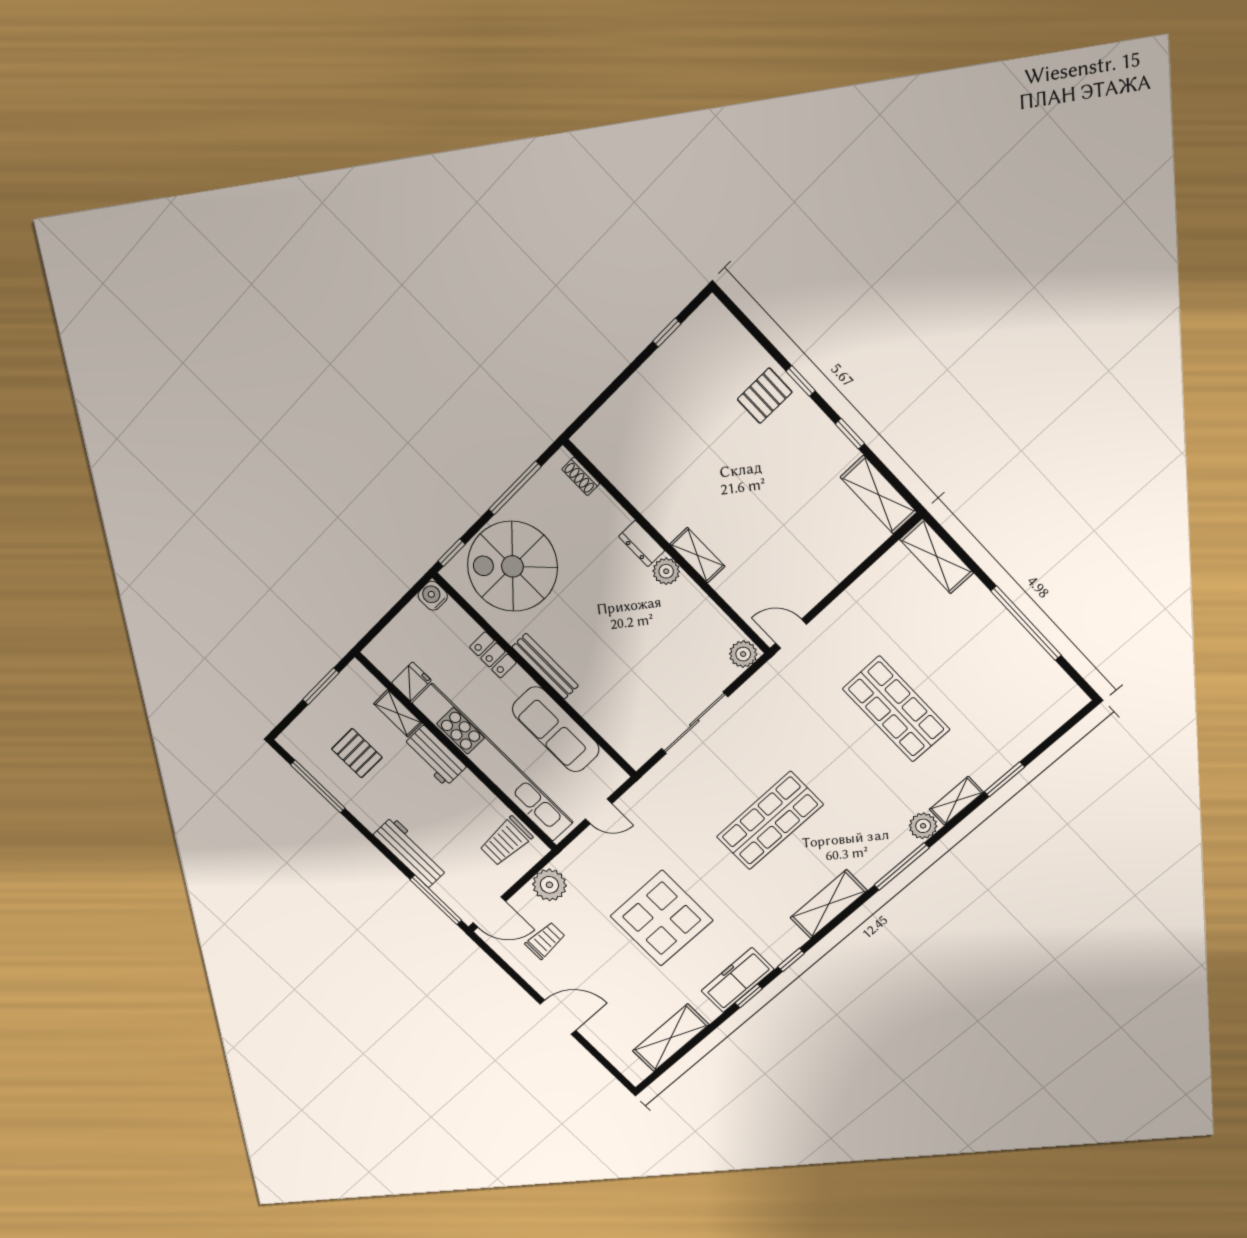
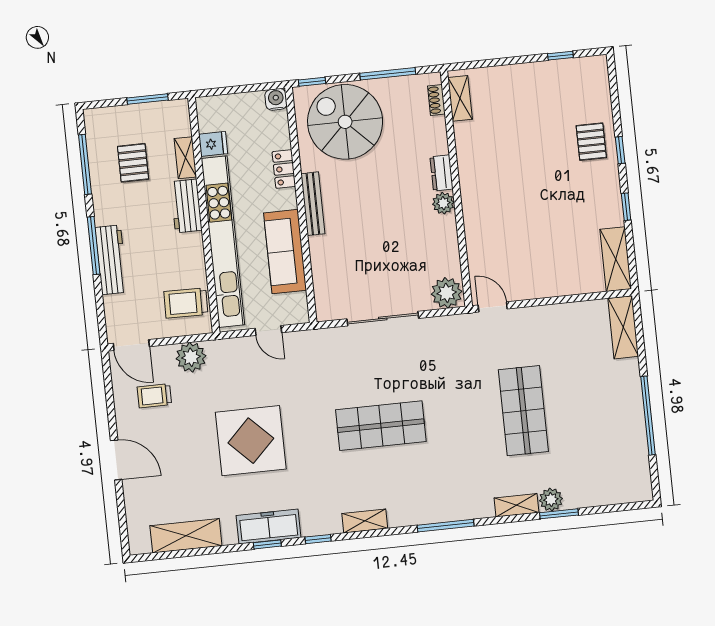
pallet: (765, 396) -> (591, 142), turned 90
shelving: (697, 555) -> (460, 98), moved
plant: (743, 654) -> (447, 293), width x1.36, depth x1.36
plant: (923, 826) -> (551, 500), moved
window: (436, 900) -> (94, 246), moved
shelving: (829, 904) -> (365, 521), width x0.67, depth x0.75
trolley: (545, 941) -> (154, 396), turned 180

